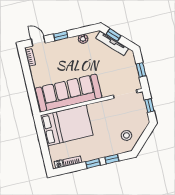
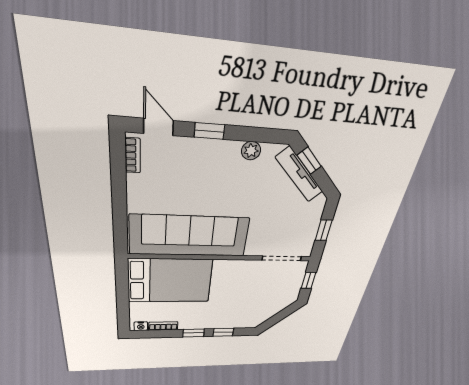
stool: (126, 135) -> (257, 310), removed

